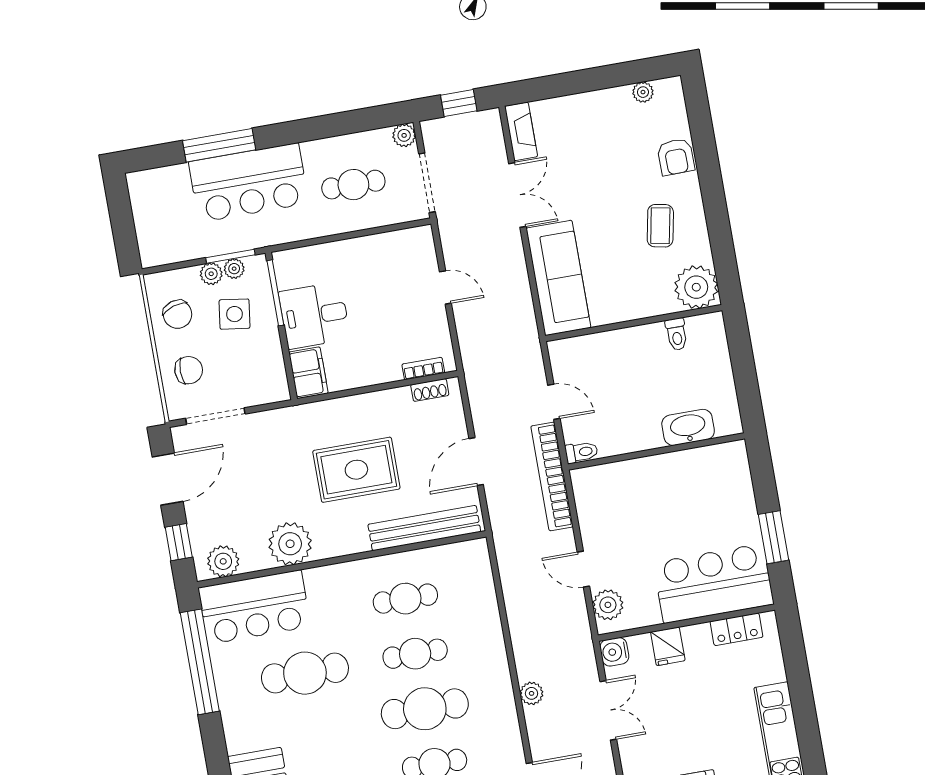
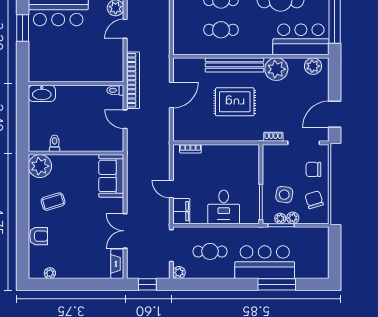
armchair: (676, 157) -> (39, 236), turned 91
coffee table: (660, 226) -> (53, 202), turned 62
sofa: (558, 278) -> (111, 176), width x0.73
desk: (314, 315) -> (224, 207), moved, turned 90
filing cabinet: (308, 373) -> (181, 211), moved, turned 180
shoe rack: (430, 390) -> (273, 137), moved
washbasin: (688, 427) -> (42, 93), moved
bench: (424, 528) -> (234, 65), moved
window: (179, 542) -> (335, 80), removed
door: (583, 569) -> (125, 29), swing flipped

